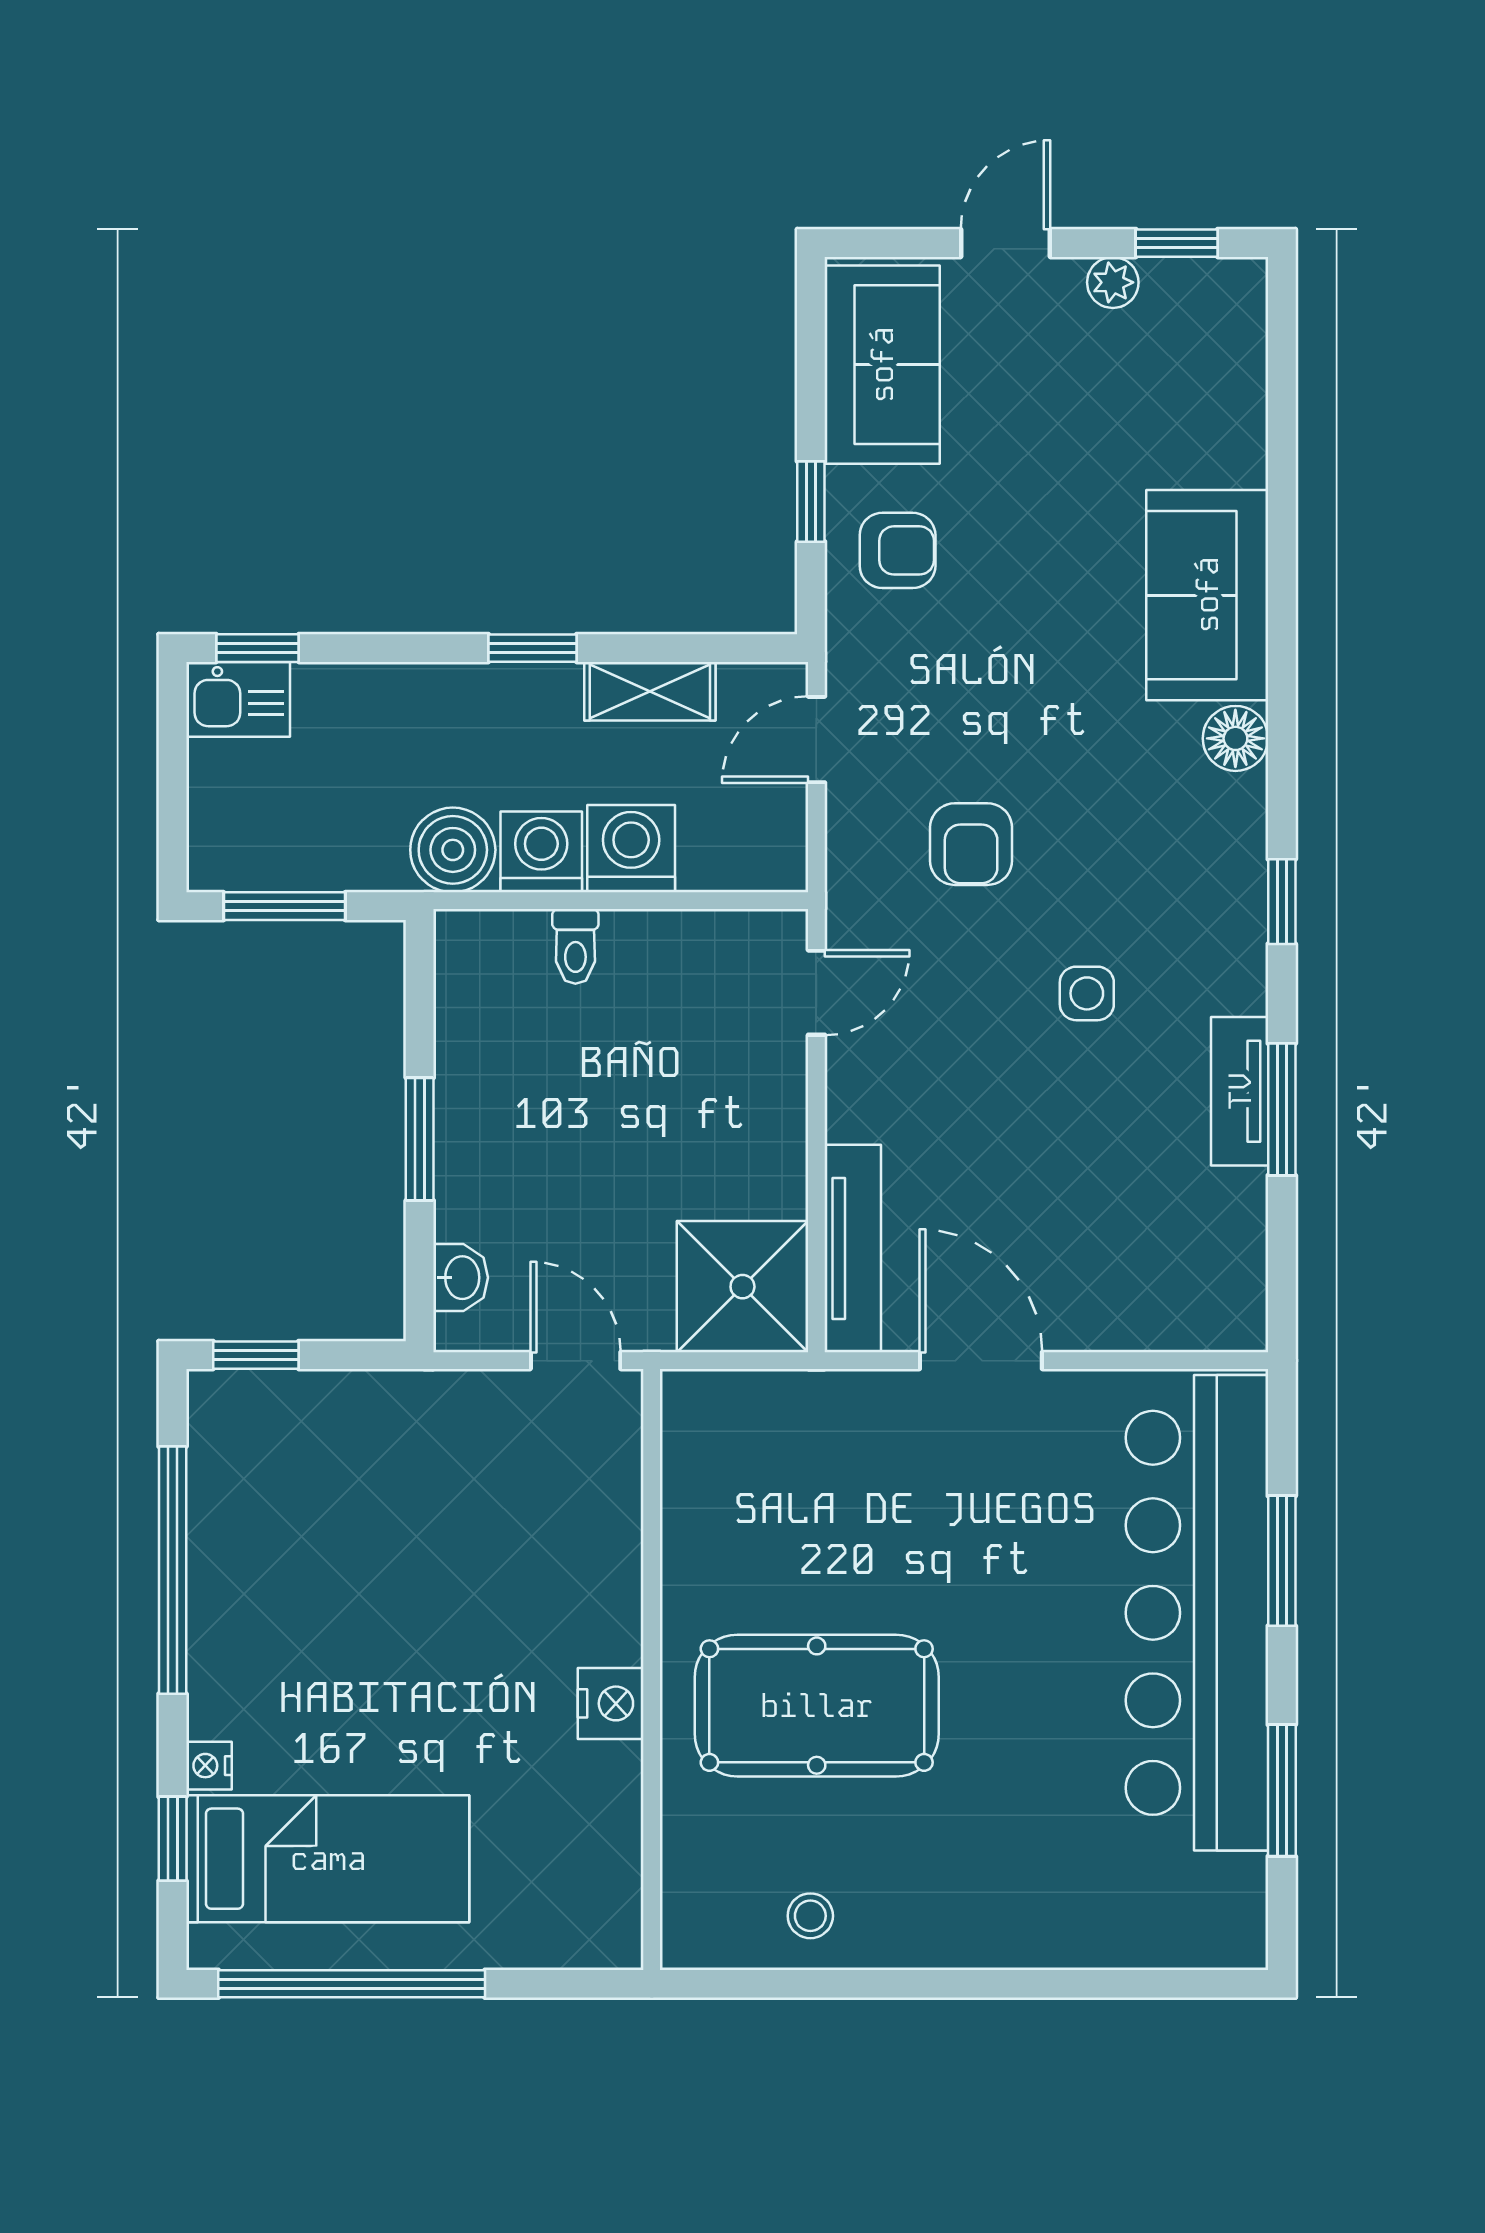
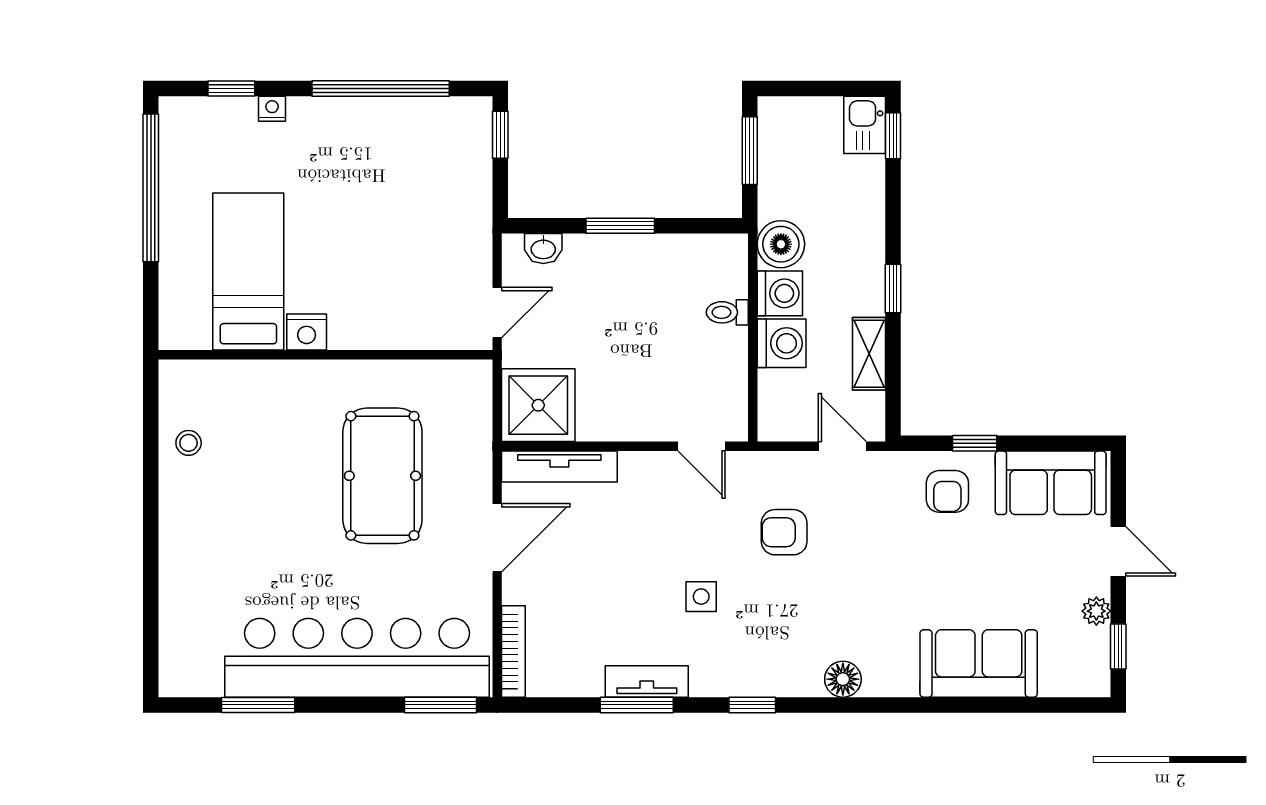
sofa: (1207, 595) -> (979, 663), moved
bookcase: (1186, 1331) -> (513, 651), added
window: (1282, 1561) -> (441, 705), moved
pool table: (817, 1706) -> (382, 476), moved
bed: (328, 1859) -> (248, 272), moved, turned 180

